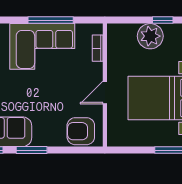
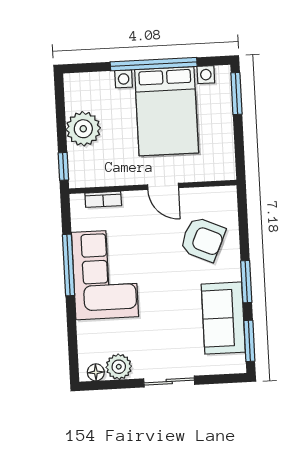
window: (163, 20) -> (63, 166), moved
armchair: (81, 131) -> (203, 239), moved, turned -66

